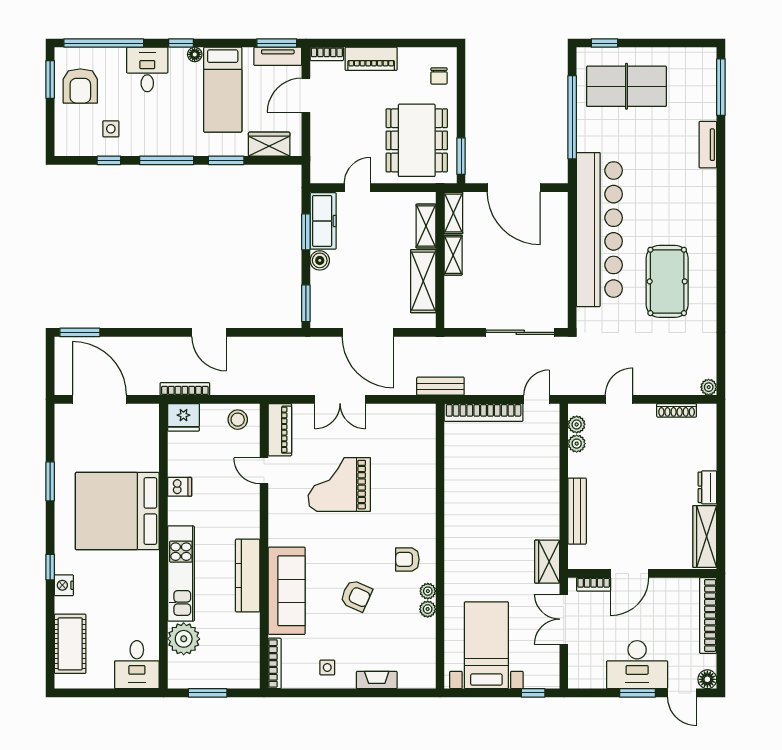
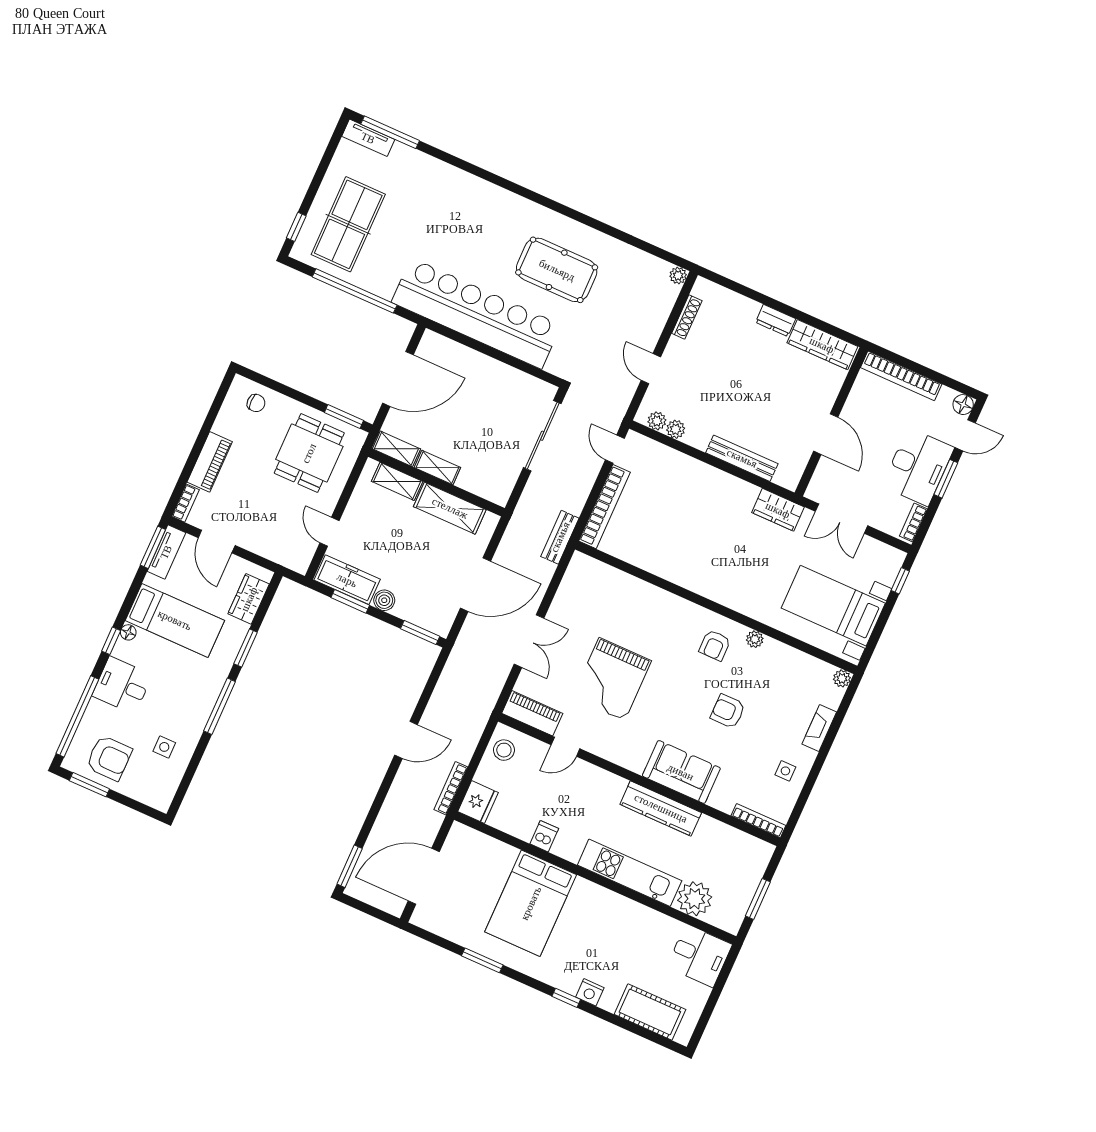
dining table: (417, 140) -> (309, 453), width x0.73
tv unit: (708, 145) -> (368, 138), moved
window: (109, 160) -> (194, 763), removed
bed: (117, 511) -> (531, 903), width x0.73
bookcase: (594, 584) -> (913, 522), moved, turned 180
sofa: (287, 591) -> (681, 772), width x0.73
armchair: (356, 596) -> (728, 711), turned -114
plant: (428, 609) -> (842, 678), moved

